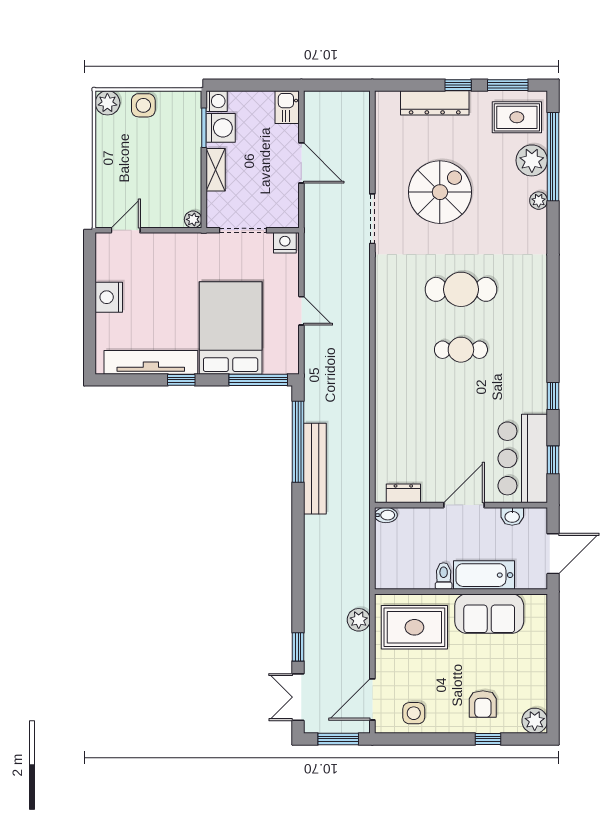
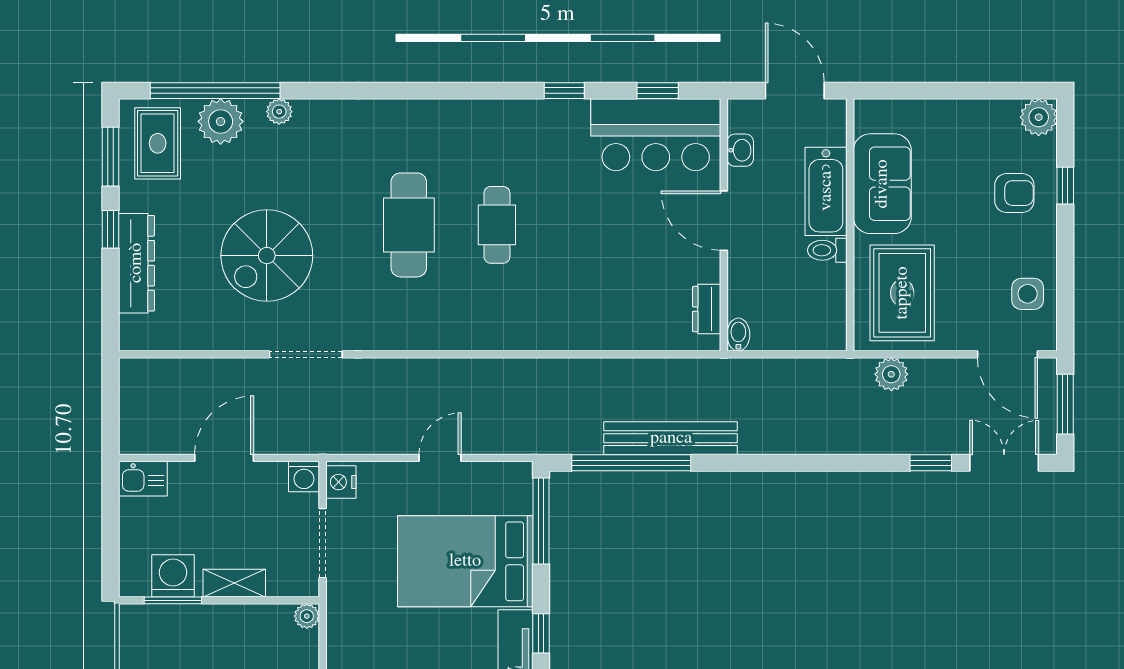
washing machine: (217, 101) -> (304, 476), moved, turned 180
spiral stairs: (440, 192) -> (267, 256), turned -90
double door: (298, 697) -> (1004, 463), swing flipped

